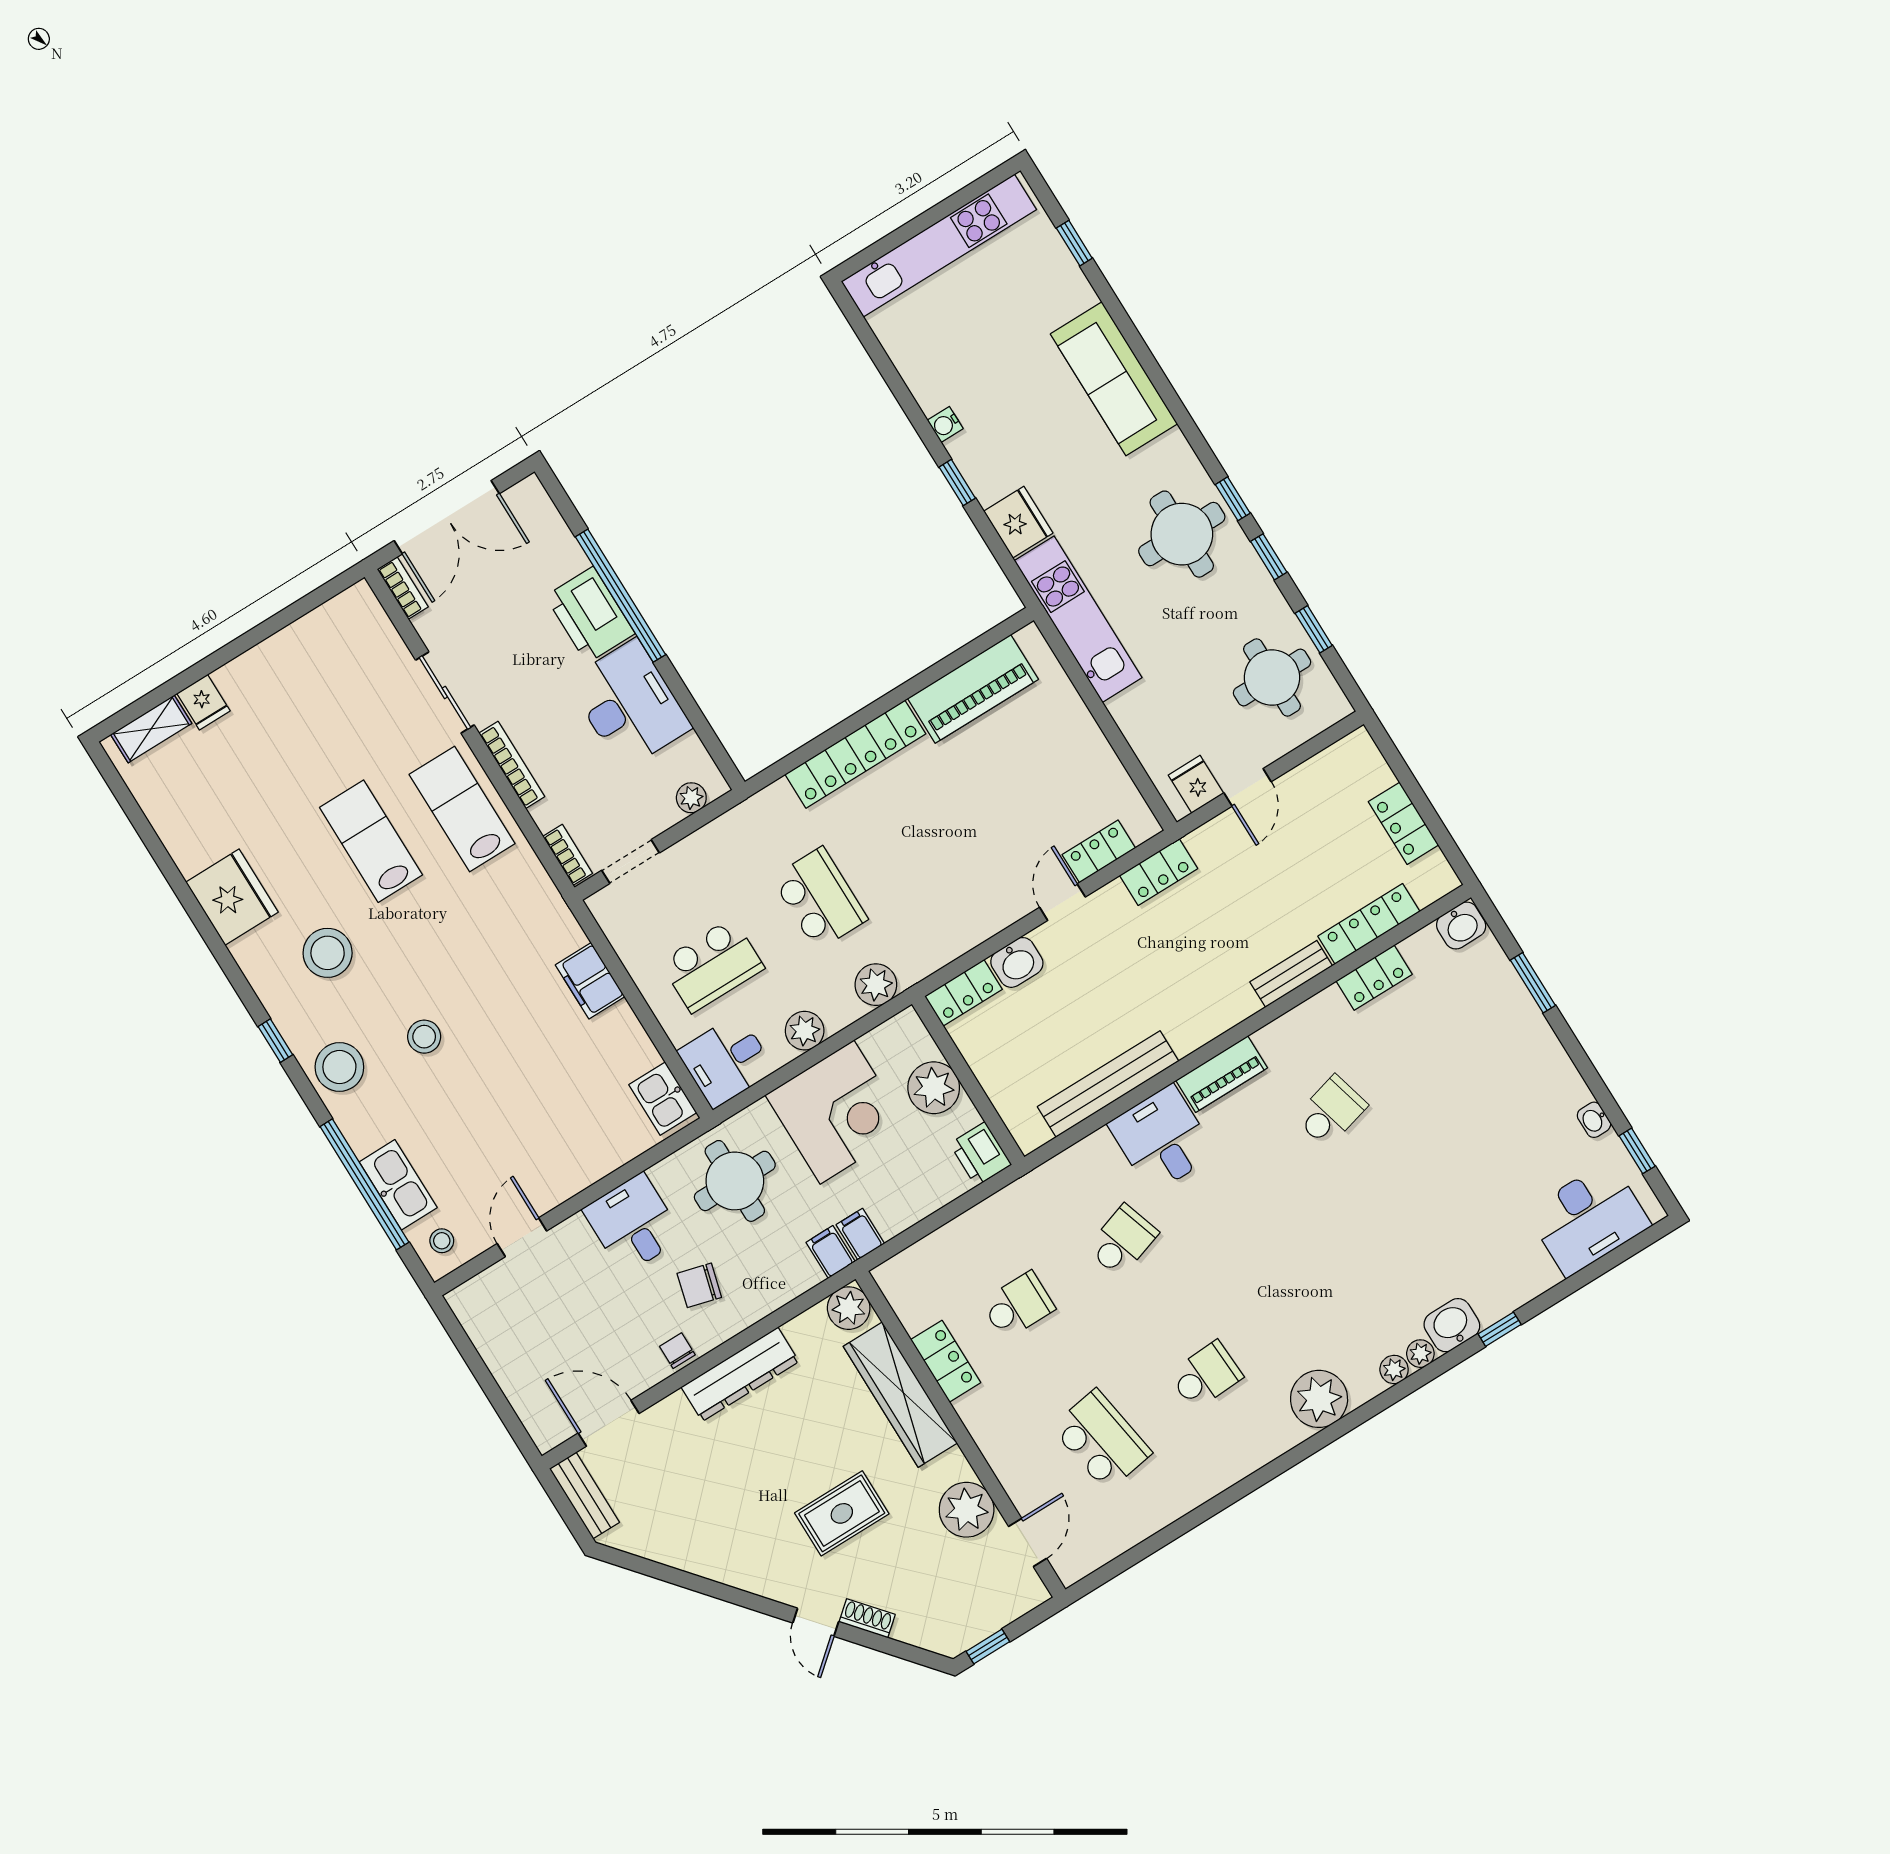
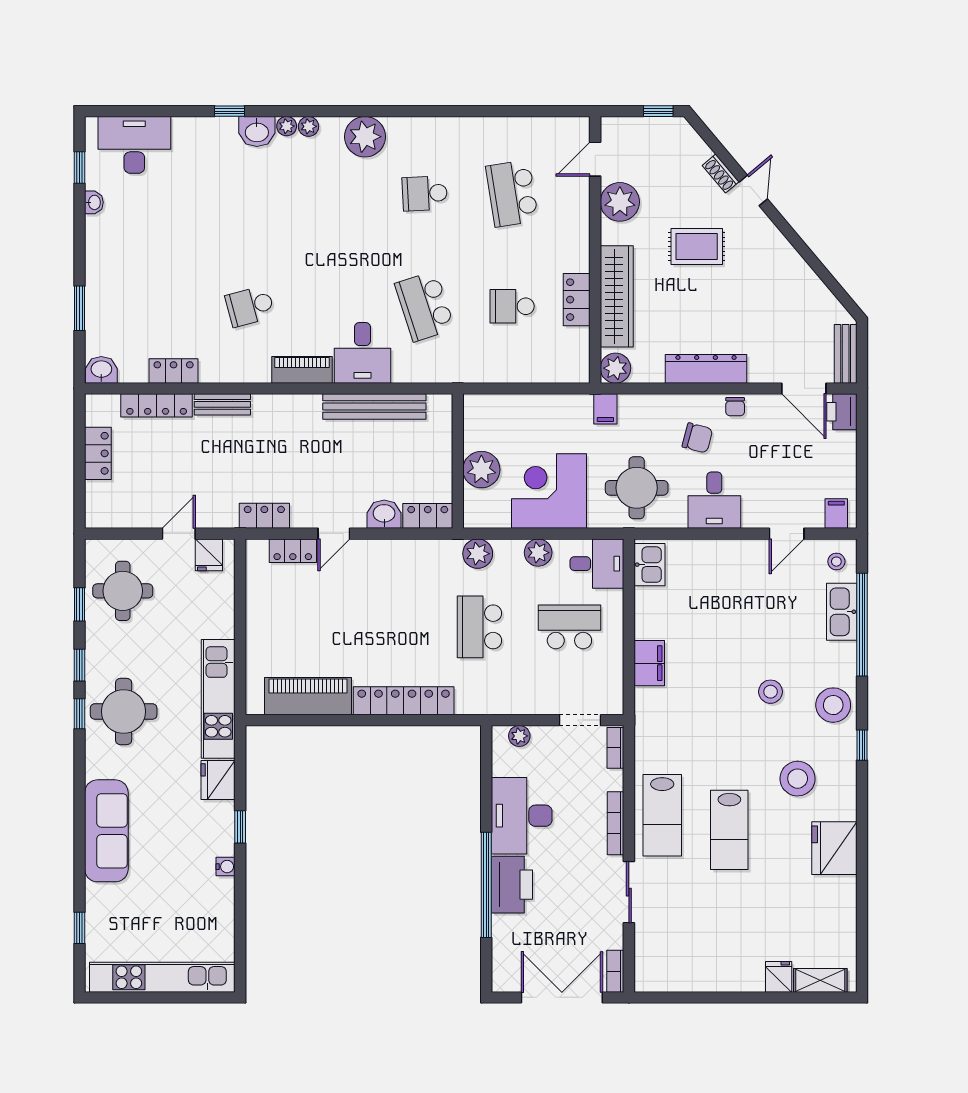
printer: (981, 1154) -> (842, 412), moved, turned 180
filing cabinet: (860, 1234) -> (836, 514), moved, turned 180
school desk: (1122, 1241) -> (425, 306), width x1.85

